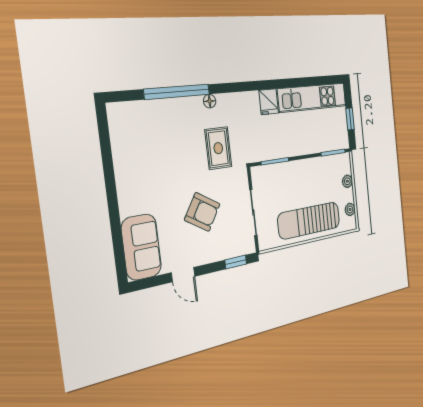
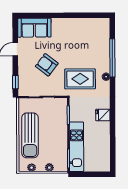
kitchen unit: (312, 98) -> (76, 147), moved, turned 180
window: (350, 119) -> (88, 174), removed
rug: (218, 148) -> (80, 79), width x1.36, depth x1.43
armchair: (202, 212) -> (47, 65), turned 95
sun lounger: (309, 220) -> (30, 135), turned 180

